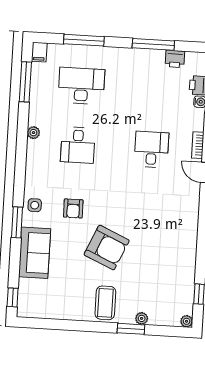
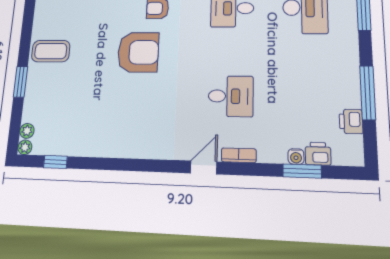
armchair: (107, 248) -> (138, 52), moved, turned -114
plant: (142, 318) -> (27, 131), moved

